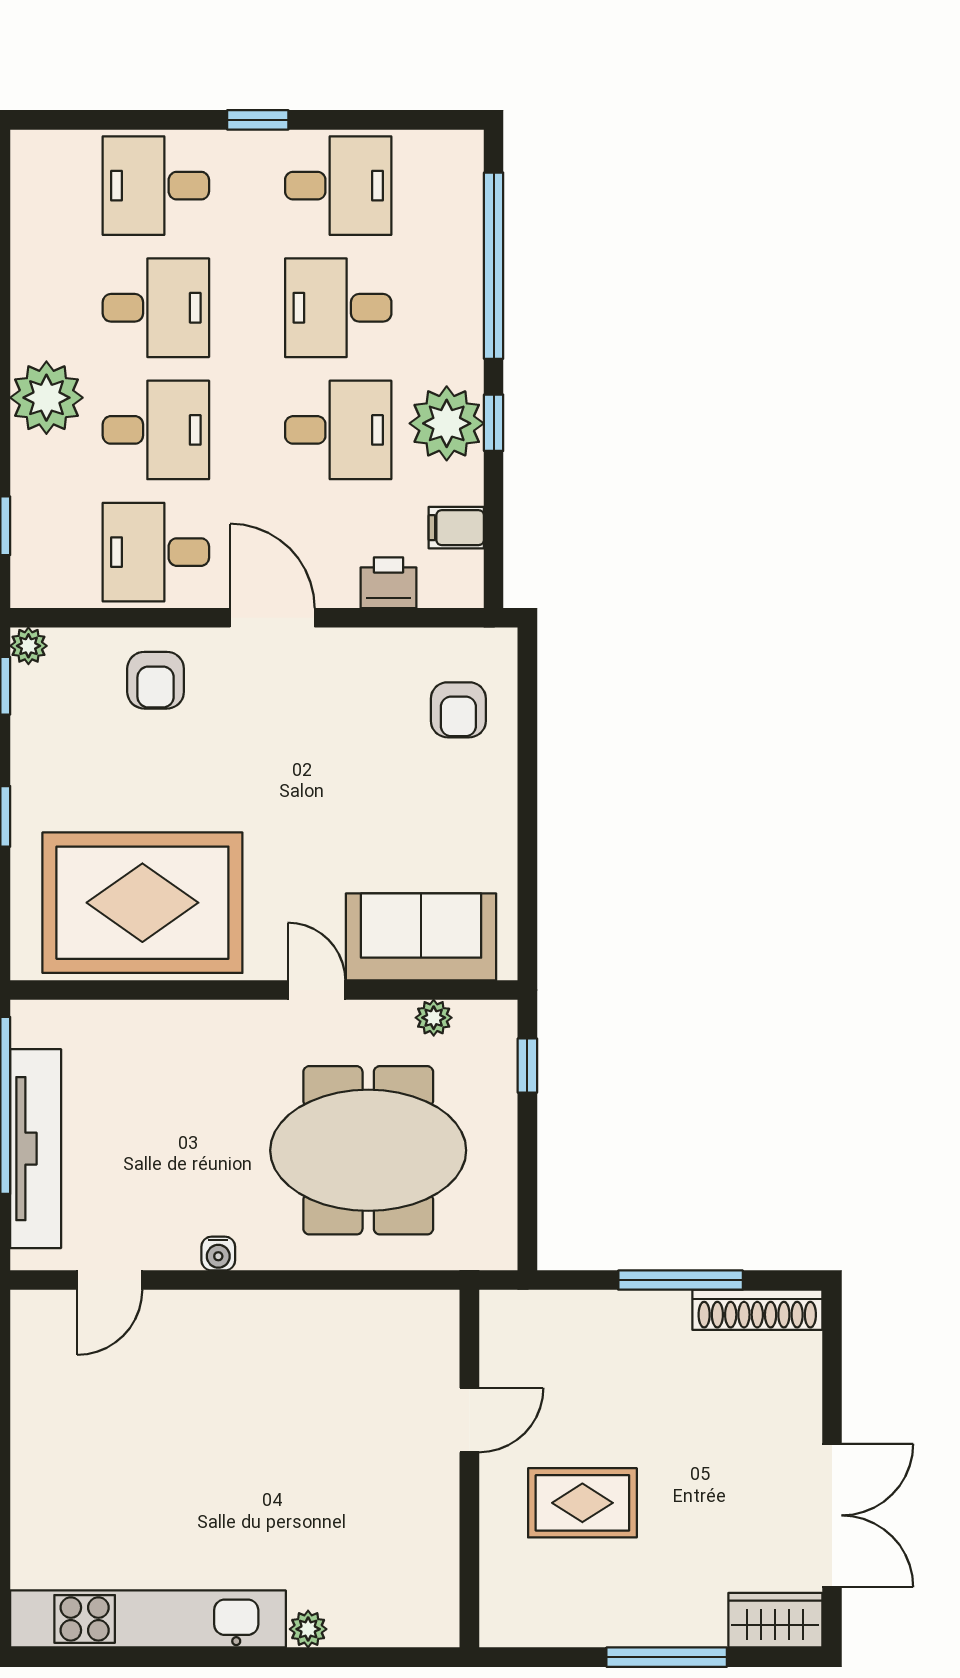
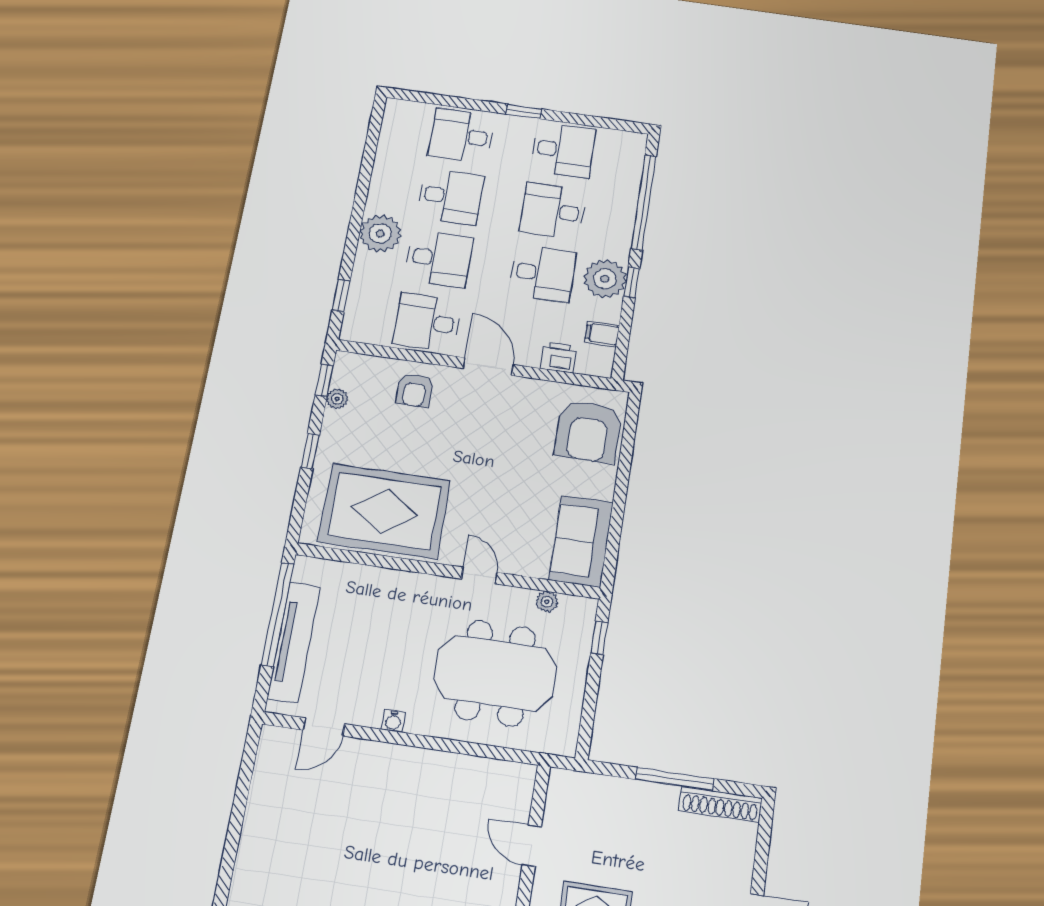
plant: (28, 646) -> (337, 399), moved
armchair: (458, 710) -> (588, 432), width x1.88, depth x1.88
sofa: (421, 937) -> (581, 541), moved, turned -90
door: (469, 1420) -> (532, 846), swing flipped

